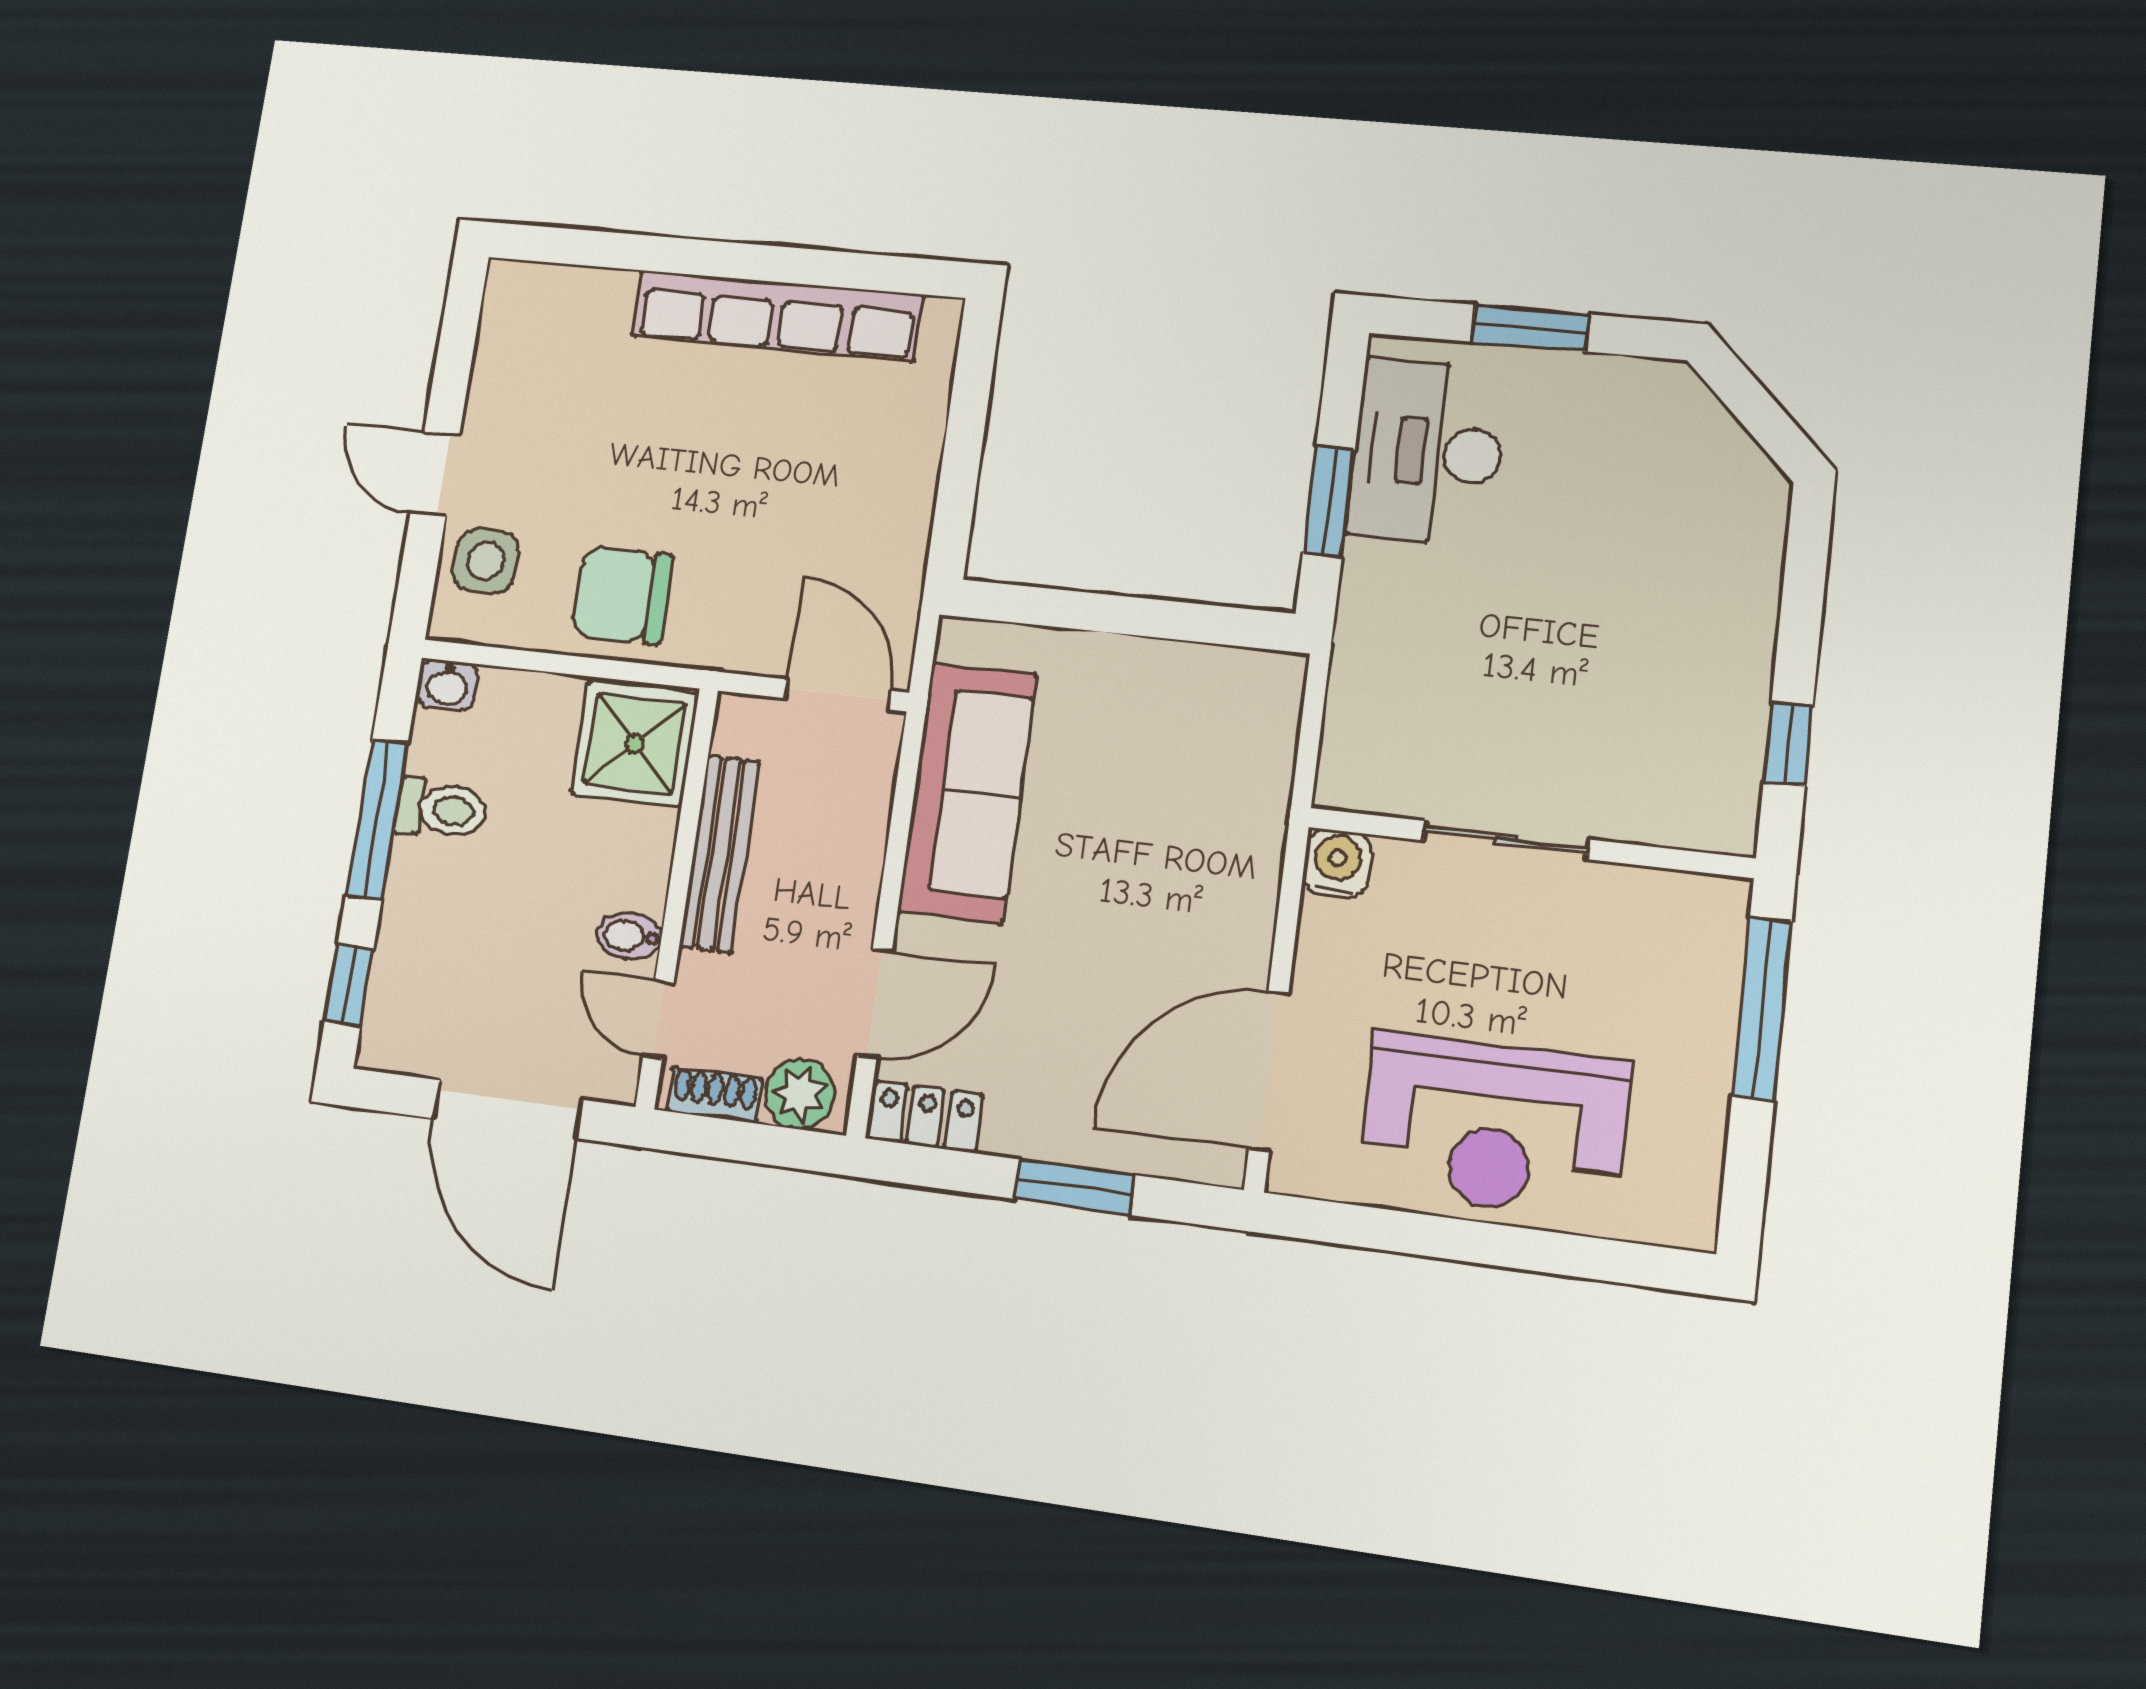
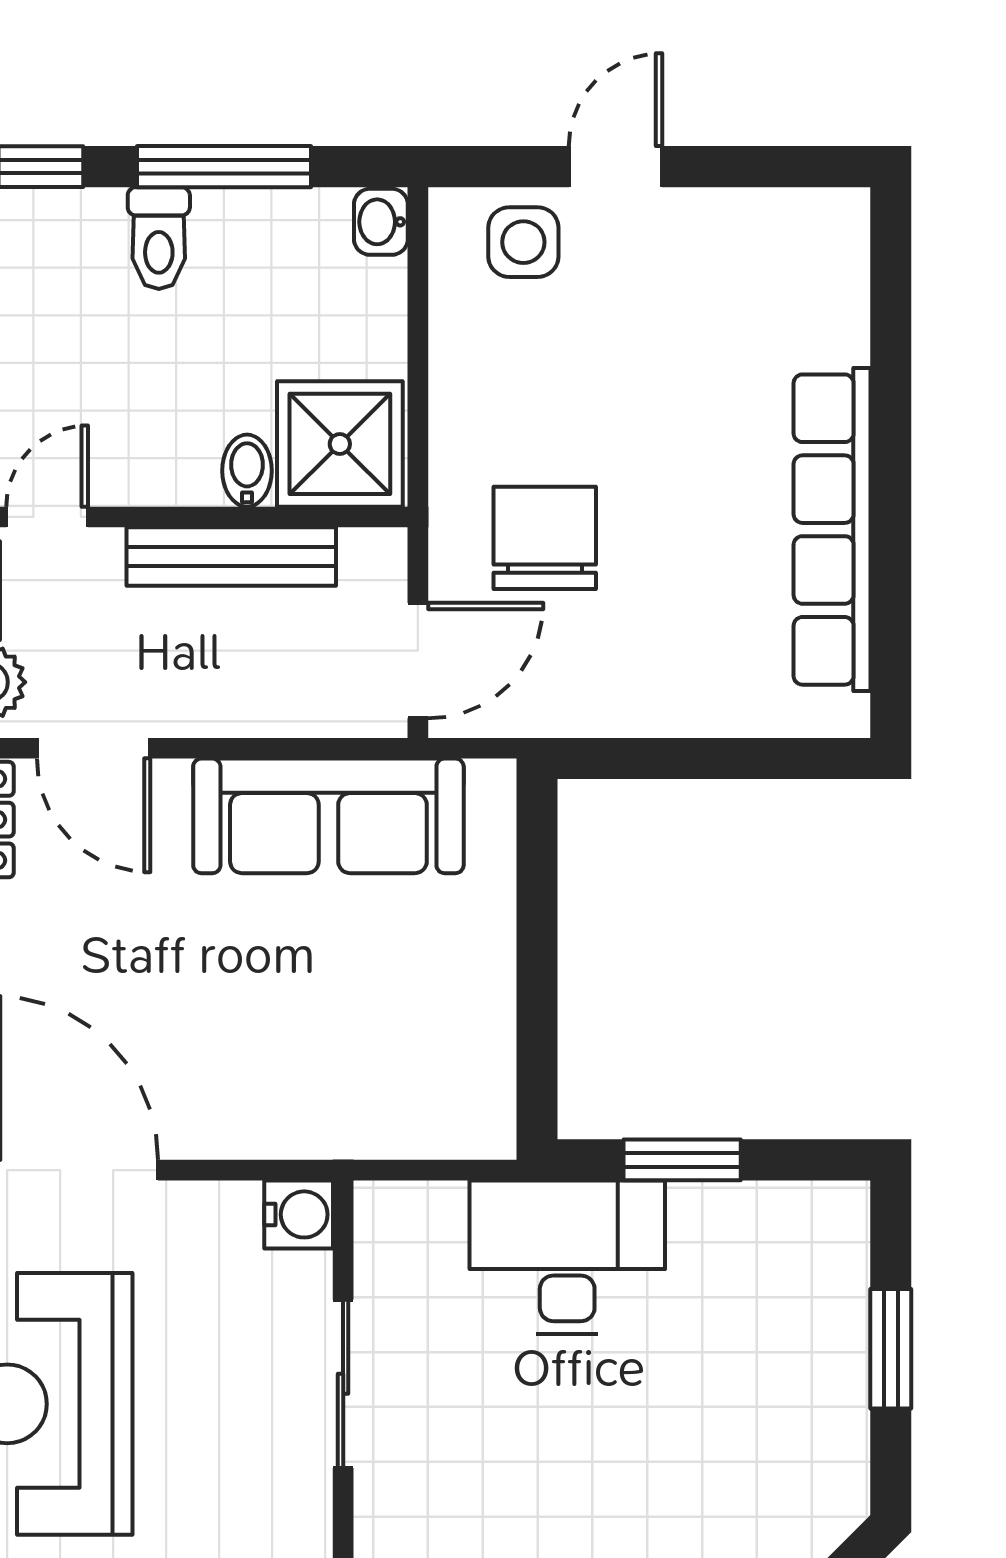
desk: (1427, 452) -> (567, 1257), moved
chair: (622, 595) -> (545, 538), moved
toilet: (441, 809) -> (159, 238), moved
bidet: (629, 936) -> (247, 471), moved

